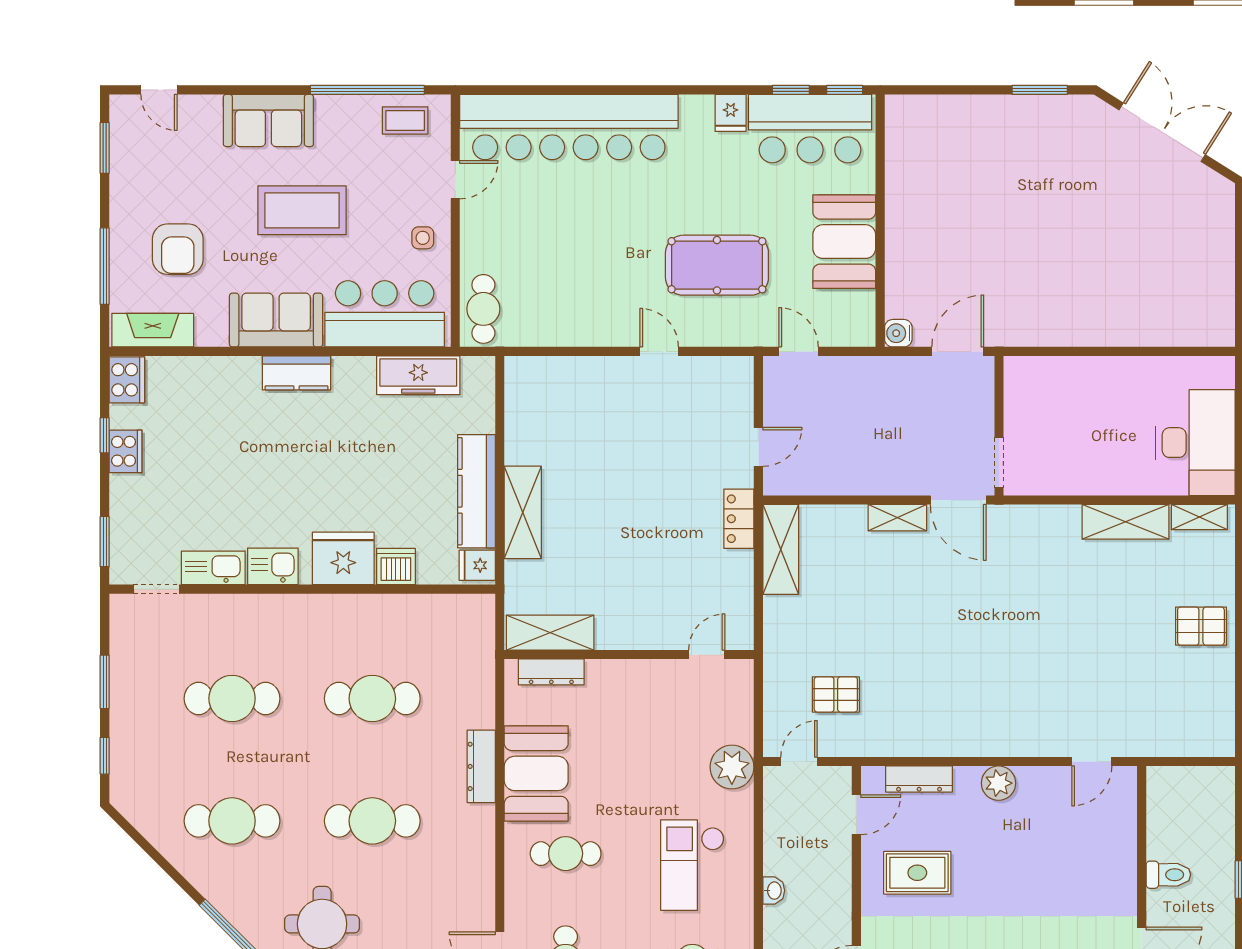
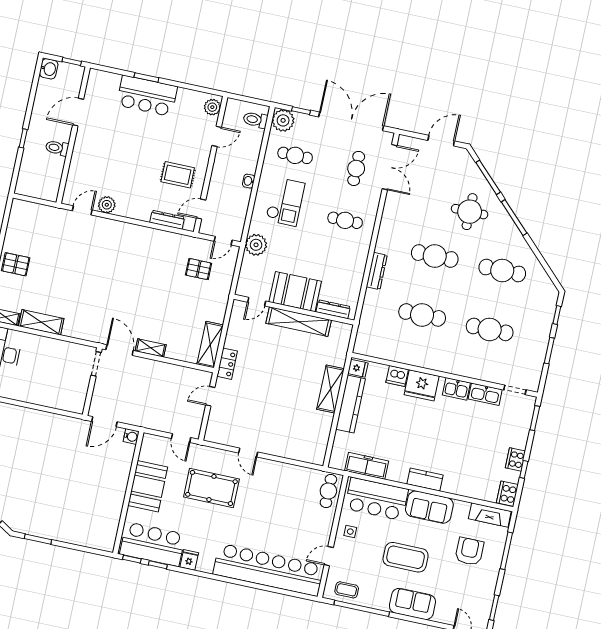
shelving: (550, 633) -> (299, 322), moved, width x1.47
booth: (536, 773) -> (295, 292), moved, turned 90
plant: (998, 783) -> (107, 205), moved

